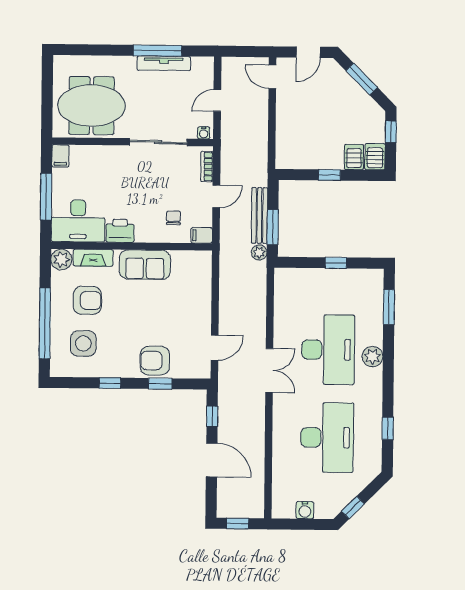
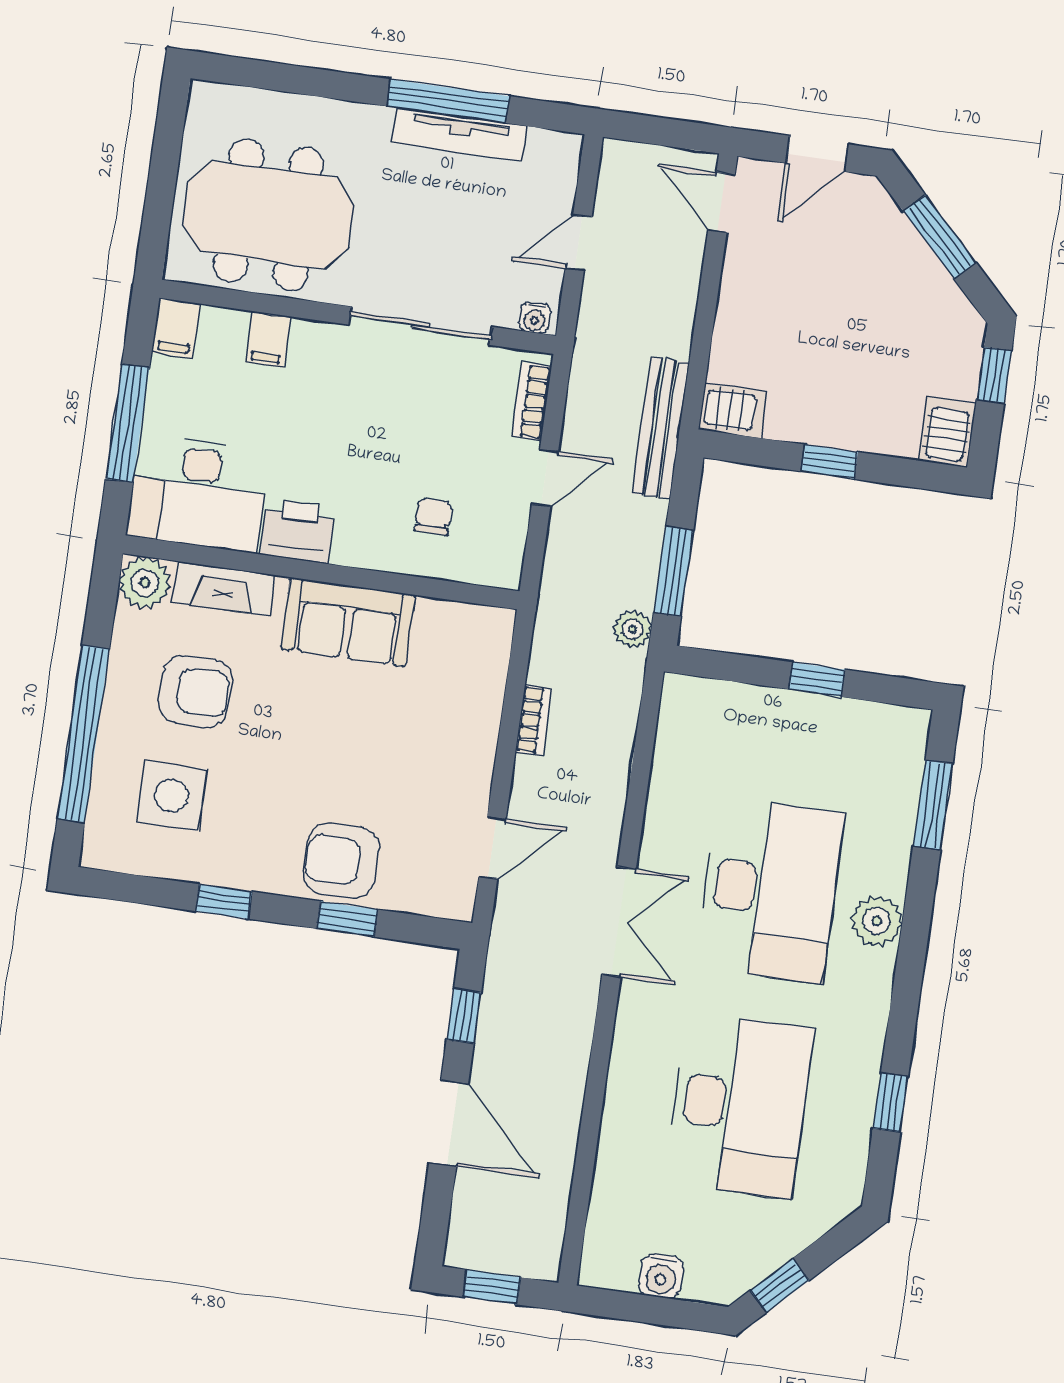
server rack: (354, 157) -> (733, 410), moved, turned 90
bench: (259, 215) -> (661, 428), moved
filing cabinet: (202, 235) -> (268, 339), moved, turned -90
bookcase: (224, 294) -> (534, 720), added

